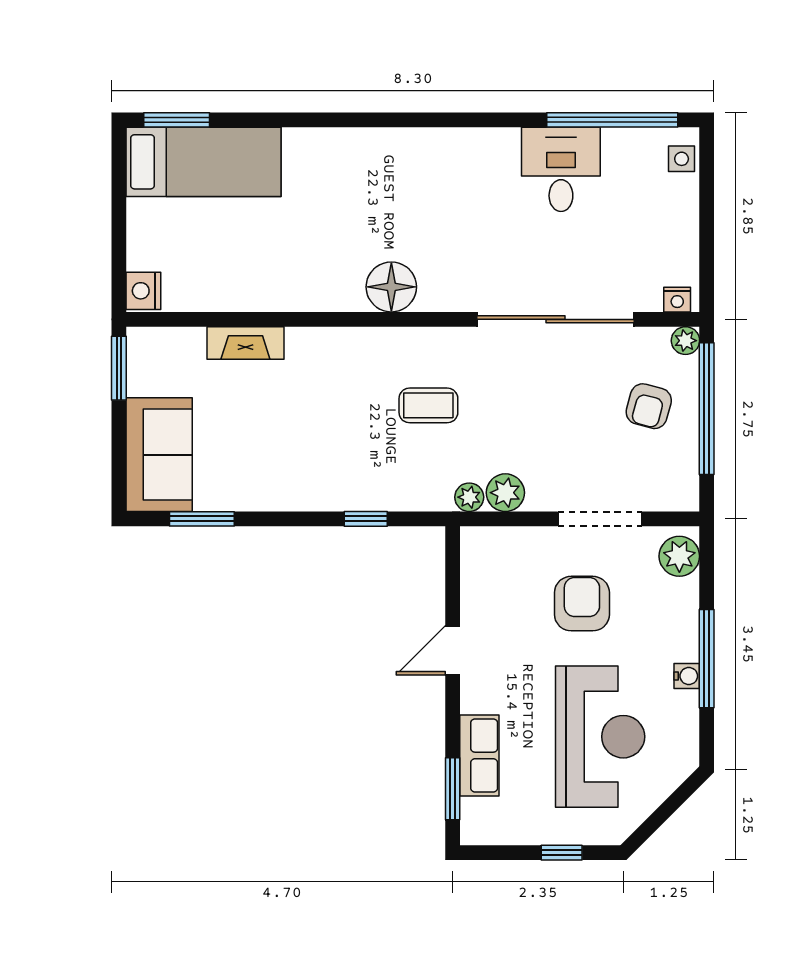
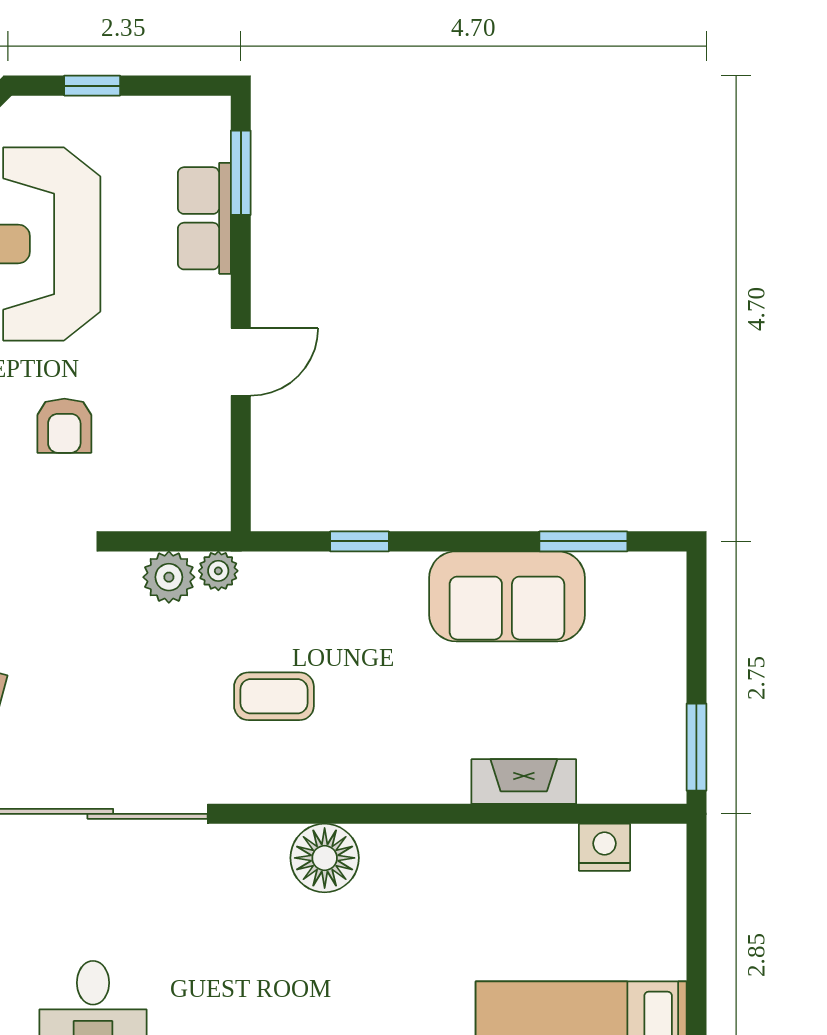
nightstand: (143, 291) -> (604, 847), moved, turned -90
sofa: (159, 455) -> (507, 596), moved, turned -90
armchair: (582, 604) -> (64, 426), width x0.72, depth x0.72

